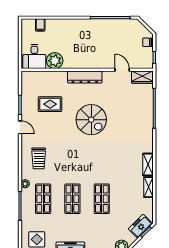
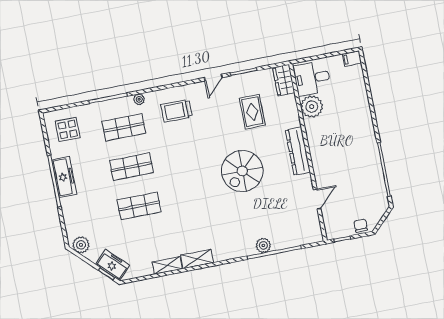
filing cabinet: (40, 25) -> (352, 58), moved
wardrobe: (142, 77) -> (284, 80), moved
plant: (148, 115) -> (263, 245), added

